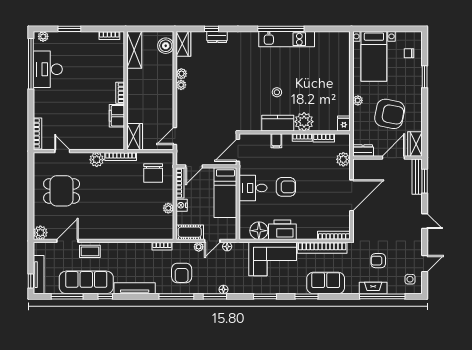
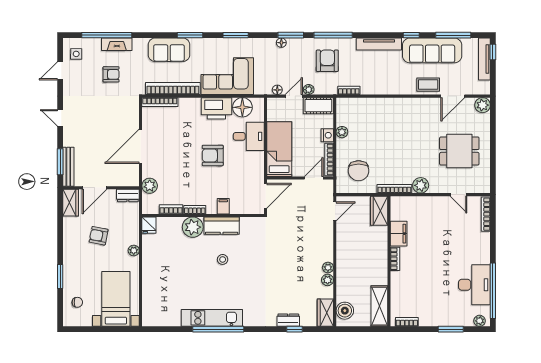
armchair: (390, 114) -> (99, 236), width x0.53, depth x0.53
chair: (153, 173) -> (359, 171), turned 180
desk: (253, 188) -> (249, 136), moved

